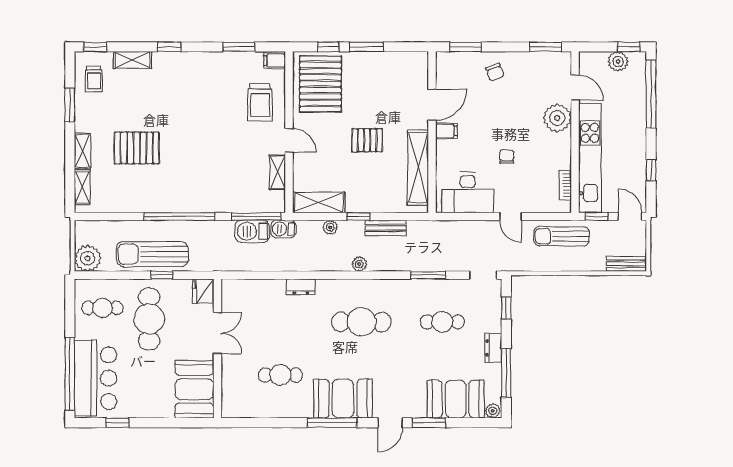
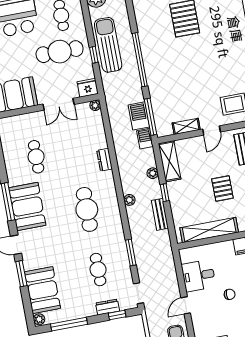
desk: (468, 192) -> (199, 276), width x0.73
plant: (228, 286) -> (95, 105), added
dresser: (493, 348) -> (108, 307), moved

